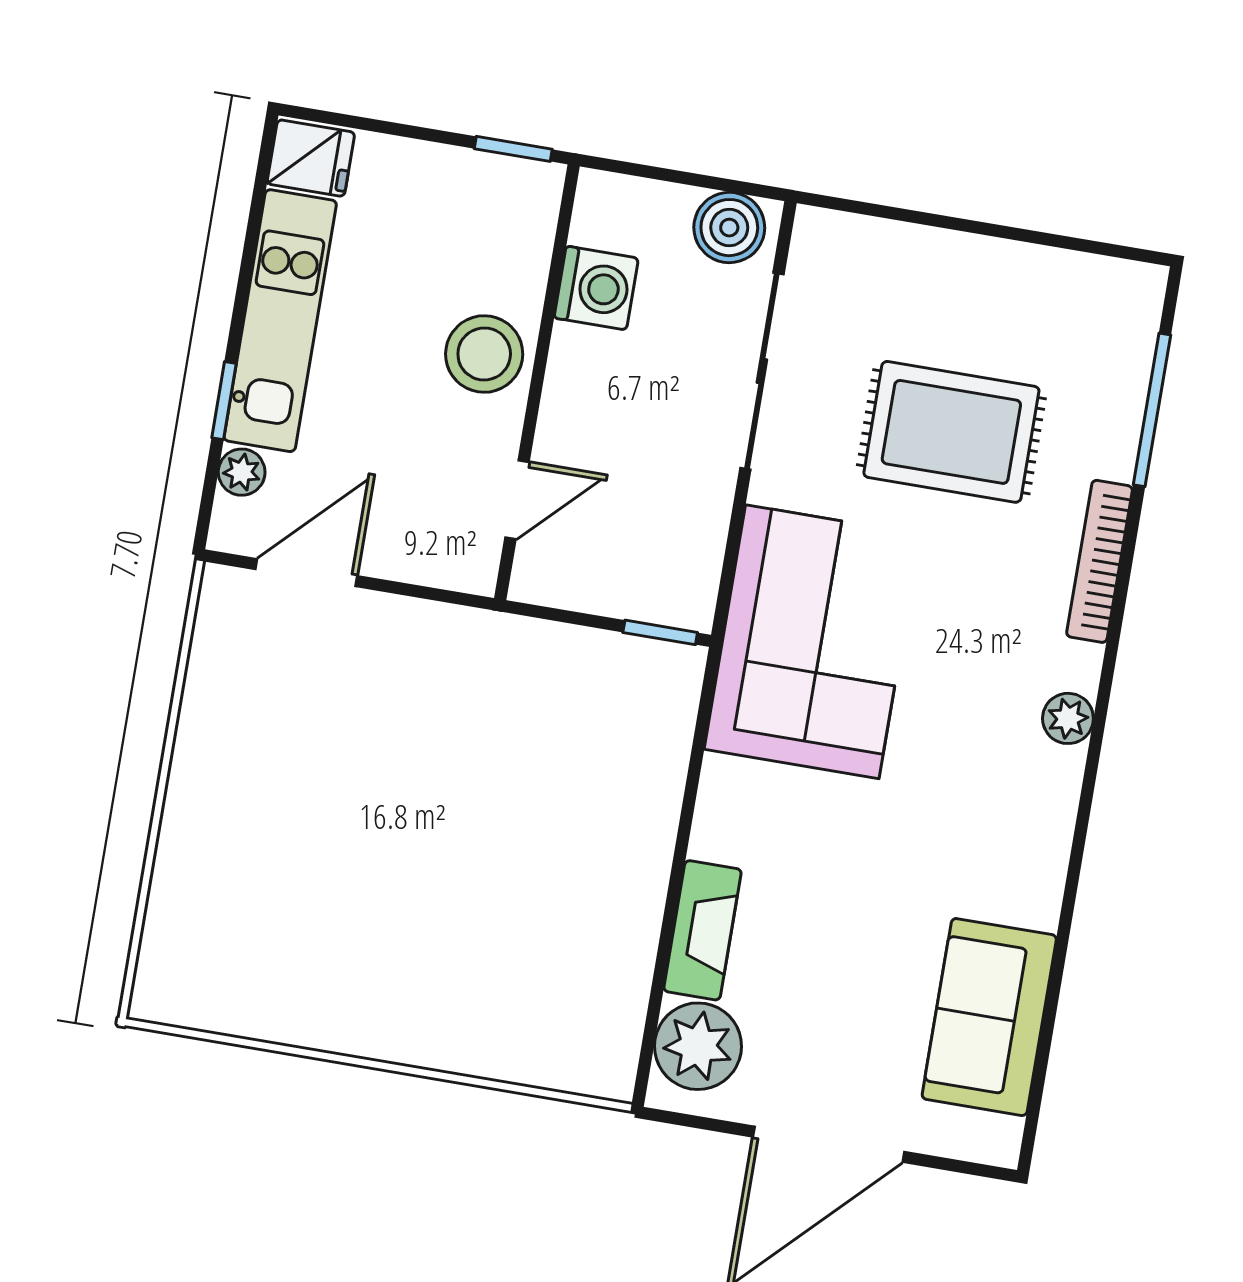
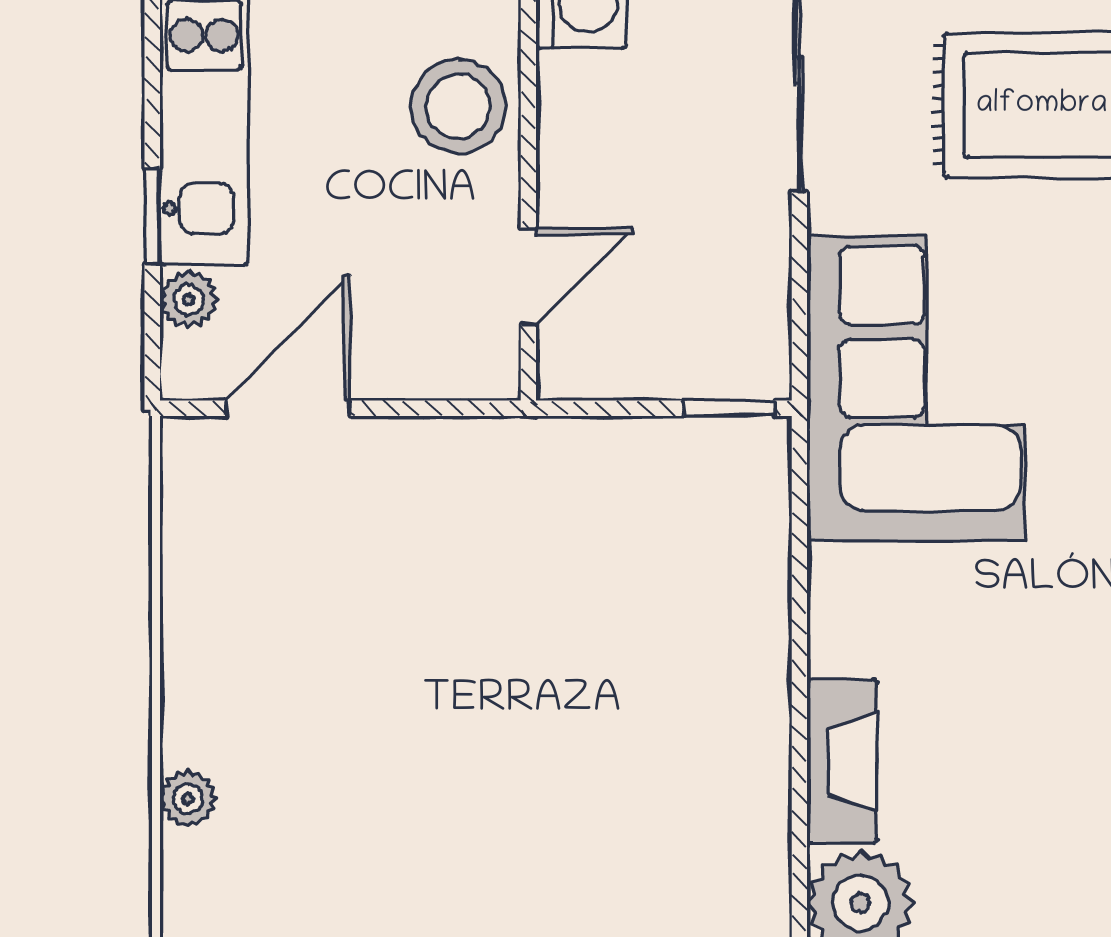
plant: (174, 872) -> (188, 799), added

